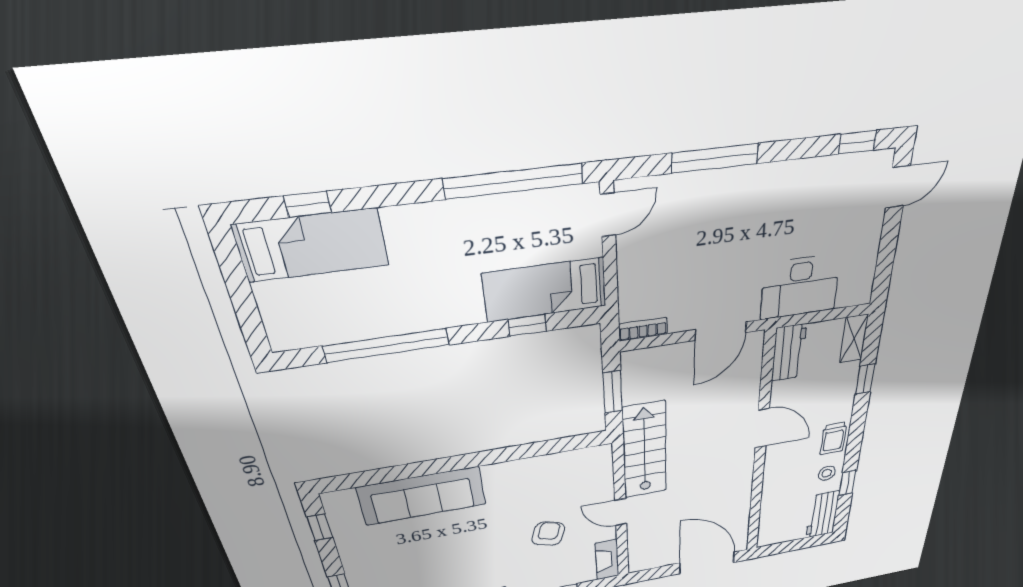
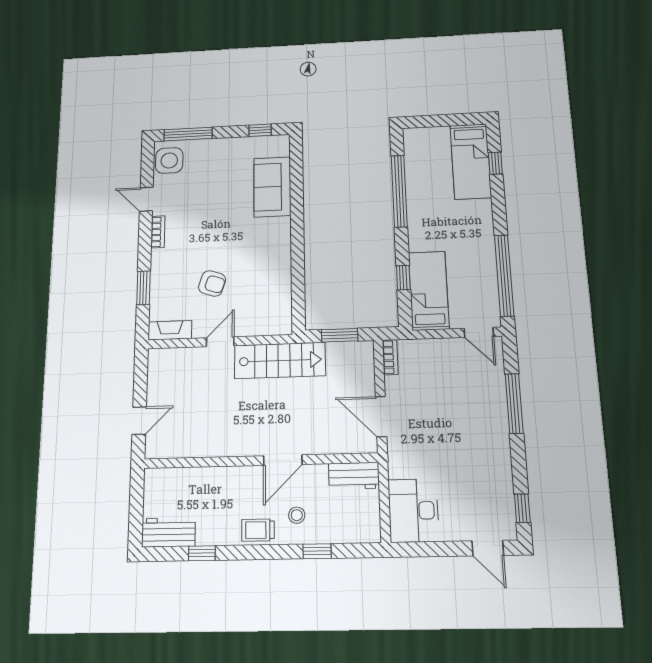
desk: (800, 287) -> (413, 511), moved
shelving: (854, 339) -> (359, 533), removed
stool: (827, 473) -> (297, 515), moved
sofa: (422, 496) -> (272, 187), width x0.73
door: (707, 563) -> (139, 421), width x0.53

